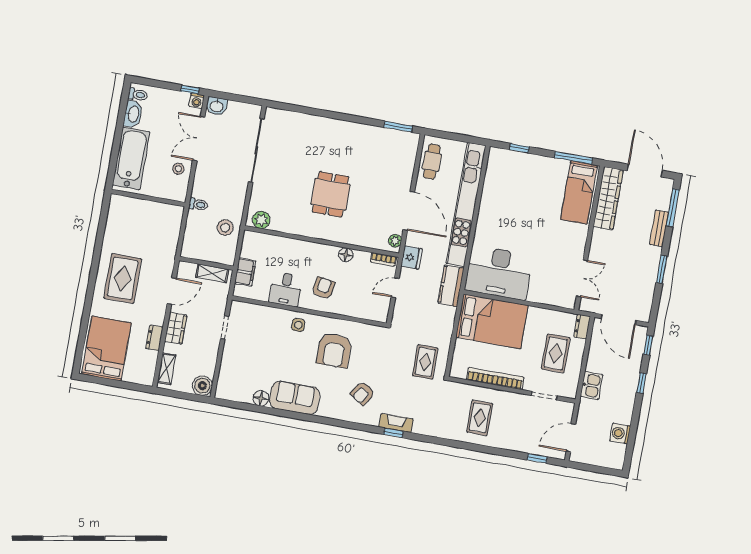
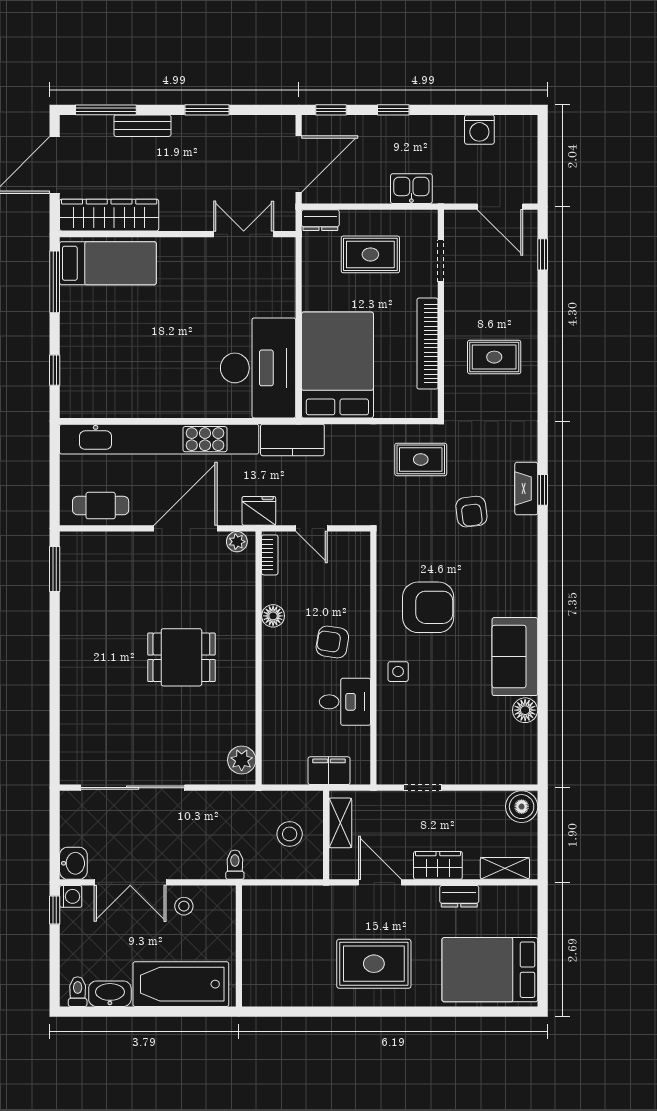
stool: (225, 228) -> (290, 834), moved
armchair: (363, 393) -> (471, 512), moved, turned 49

